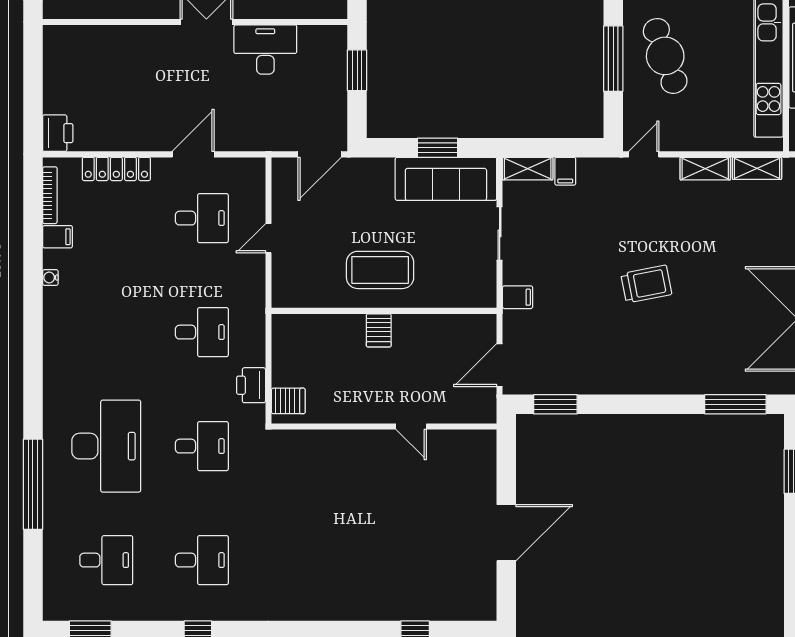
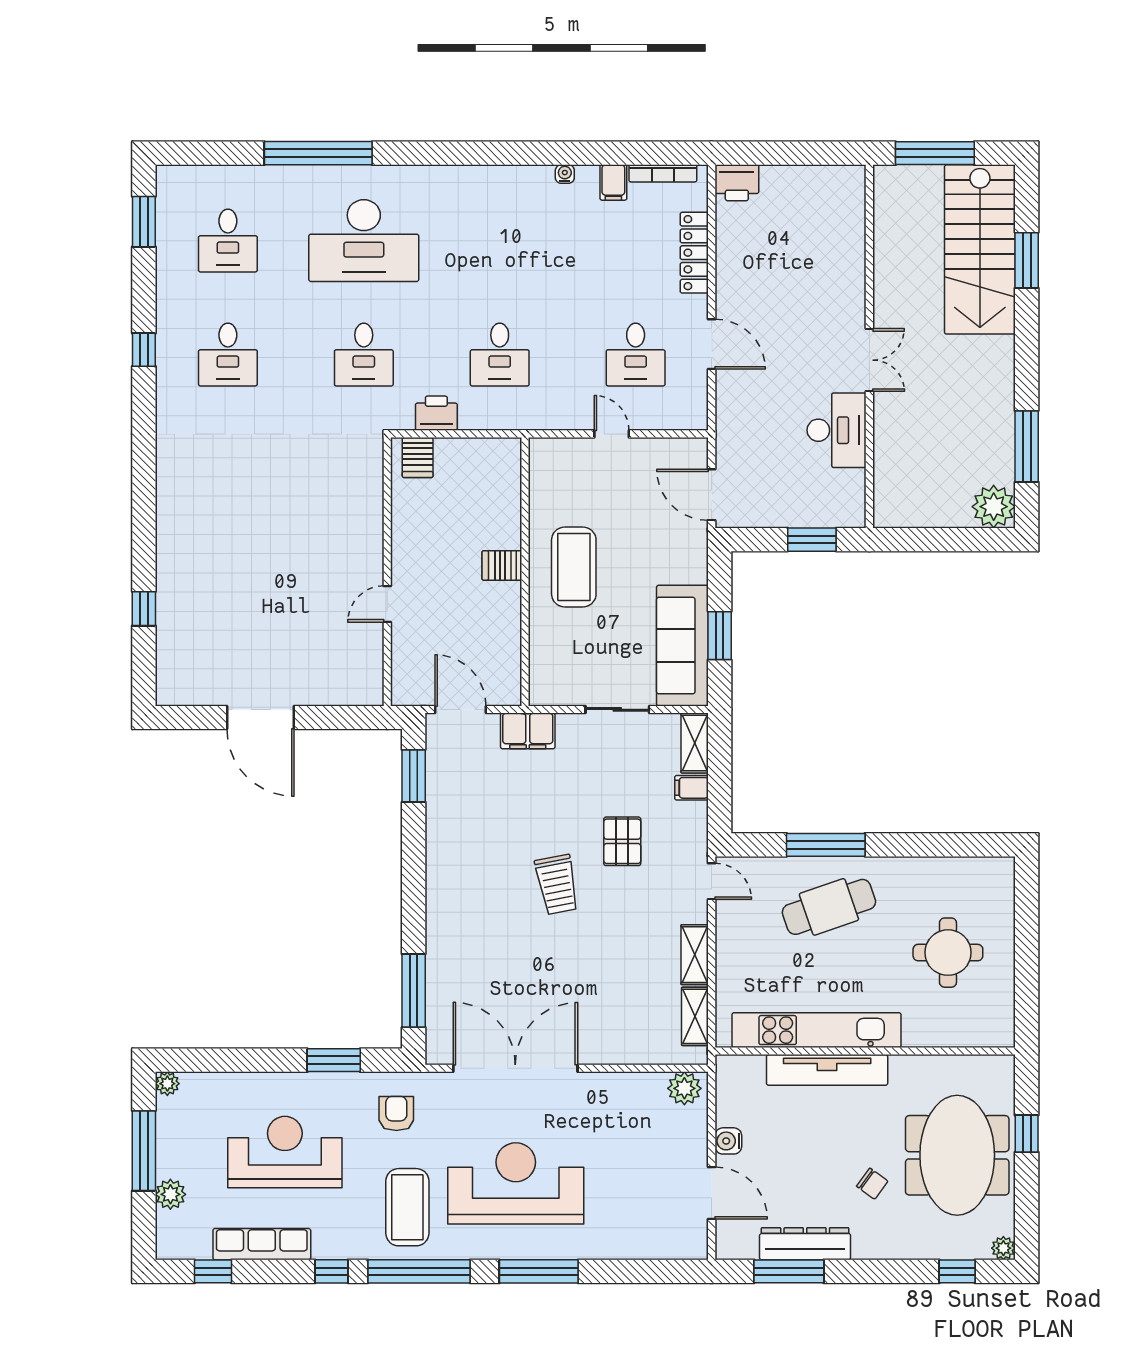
pallet: (610, 229) -> (622, 841), added
filing cabinet: (518, 297) -> (528, 731), width x2.00

